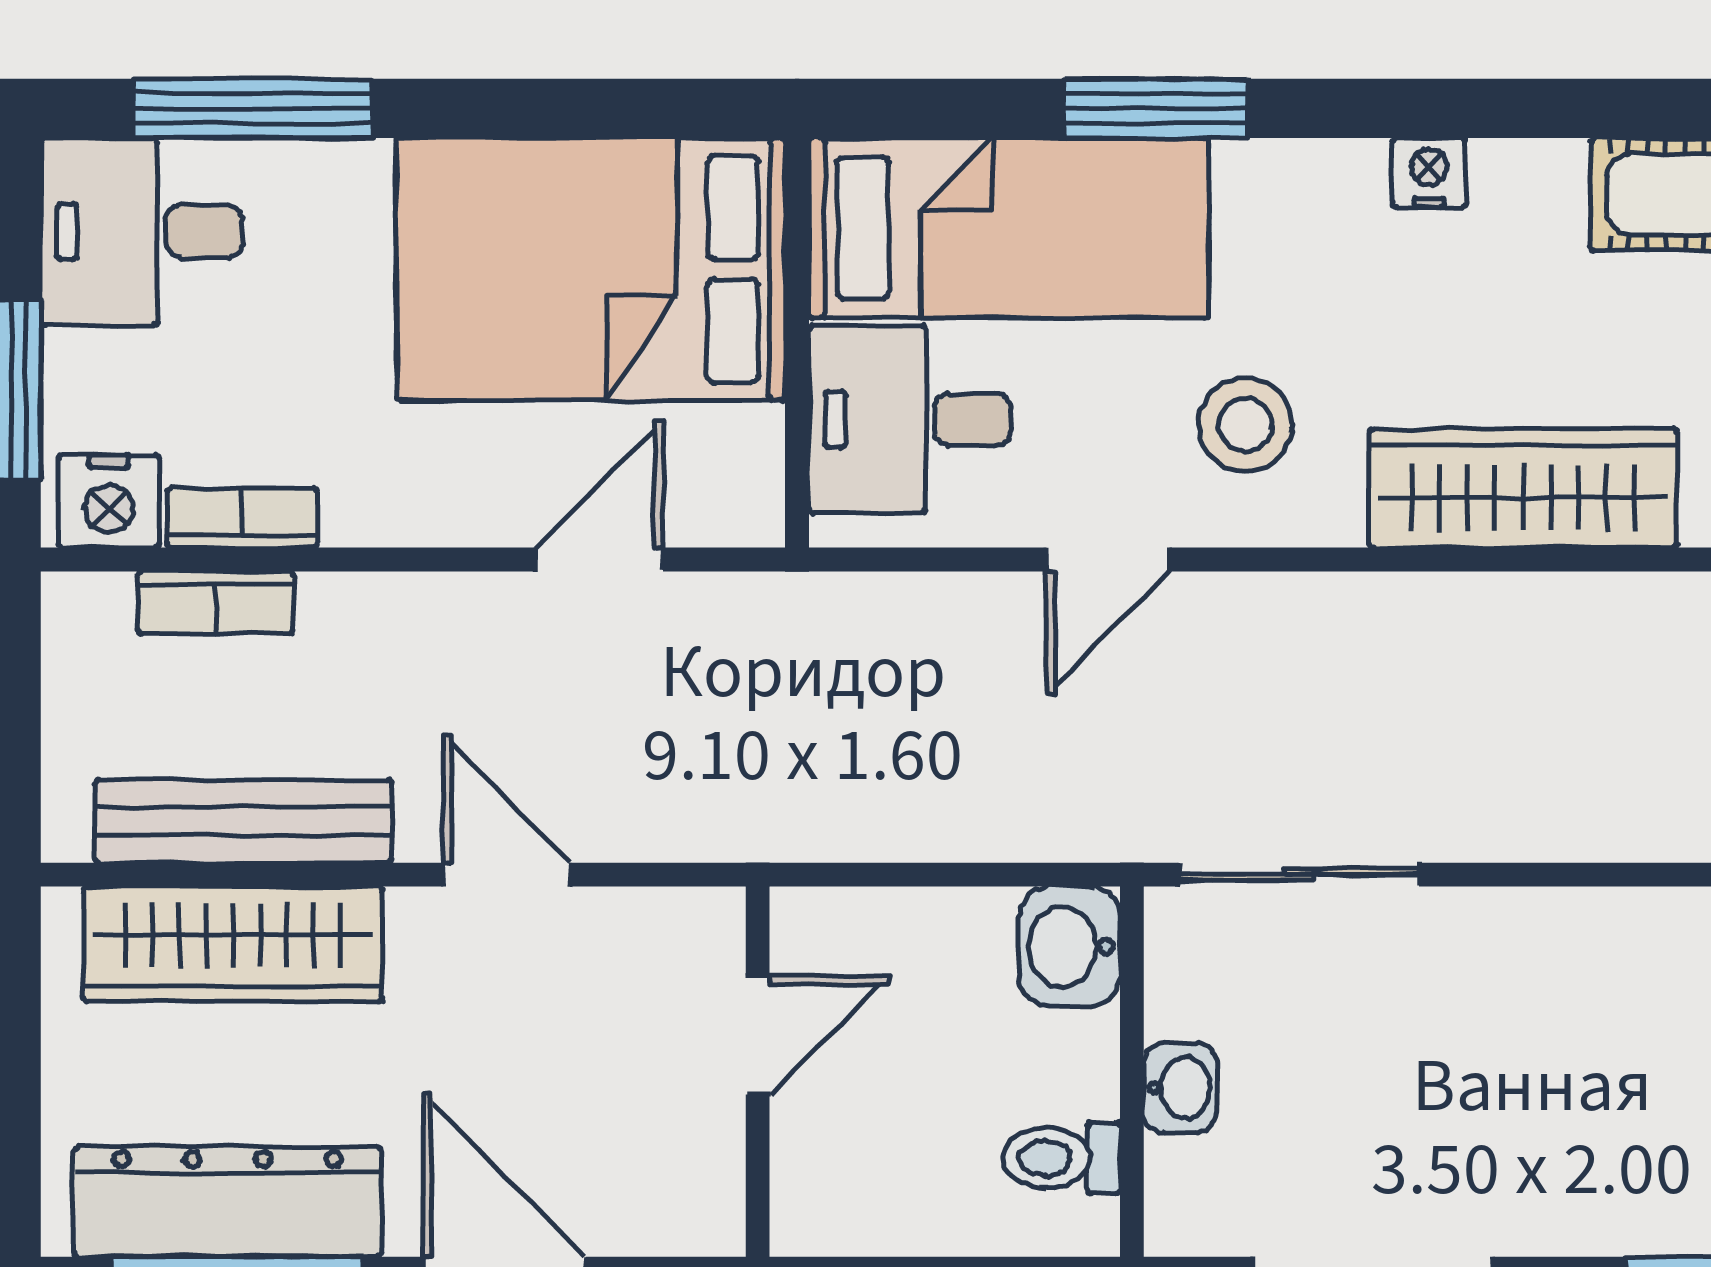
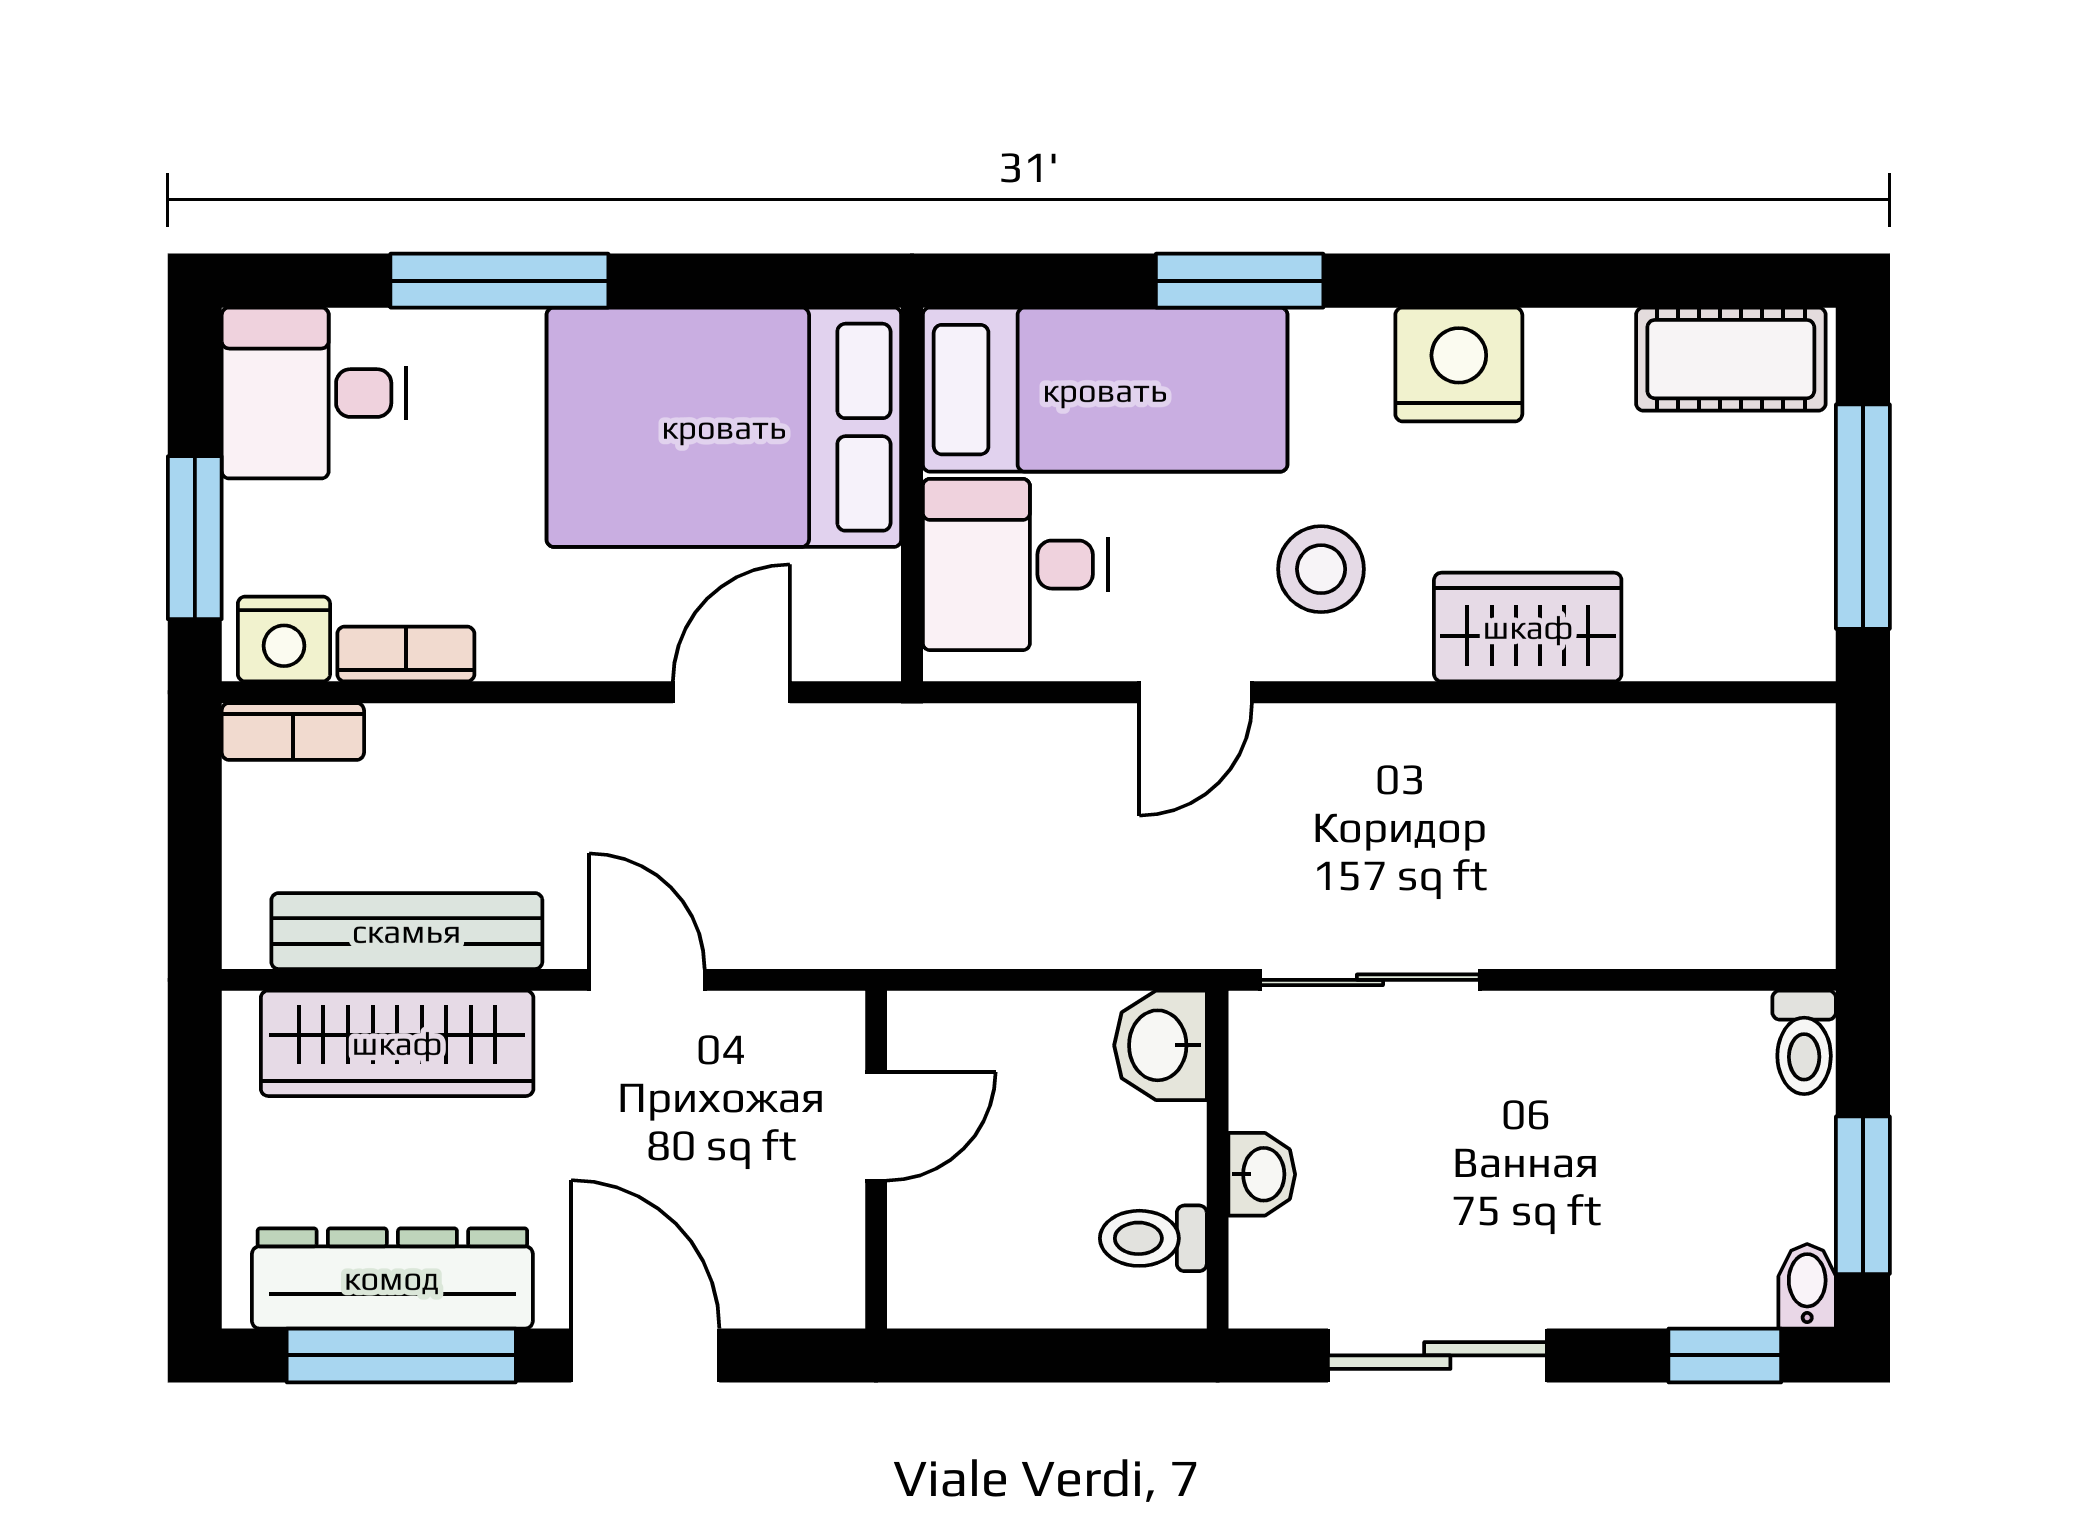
window: (253, 108) -> (499, 281), moved
nightstand: (1429, 173) -> (1459, 364), width x1.89, depth x1.79
wardrobe: (1523, 488) -> (1528, 627), width x0.67
bookcase: (216, 602) -> (293, 731), moved

